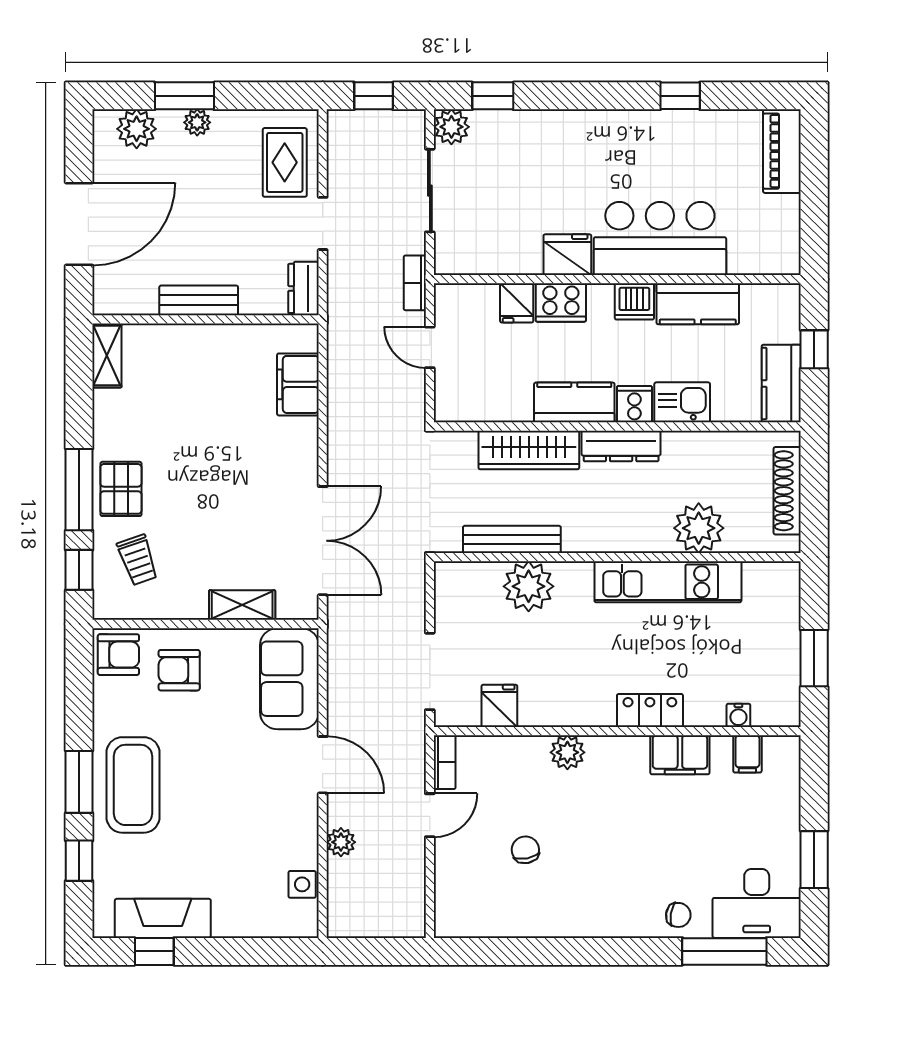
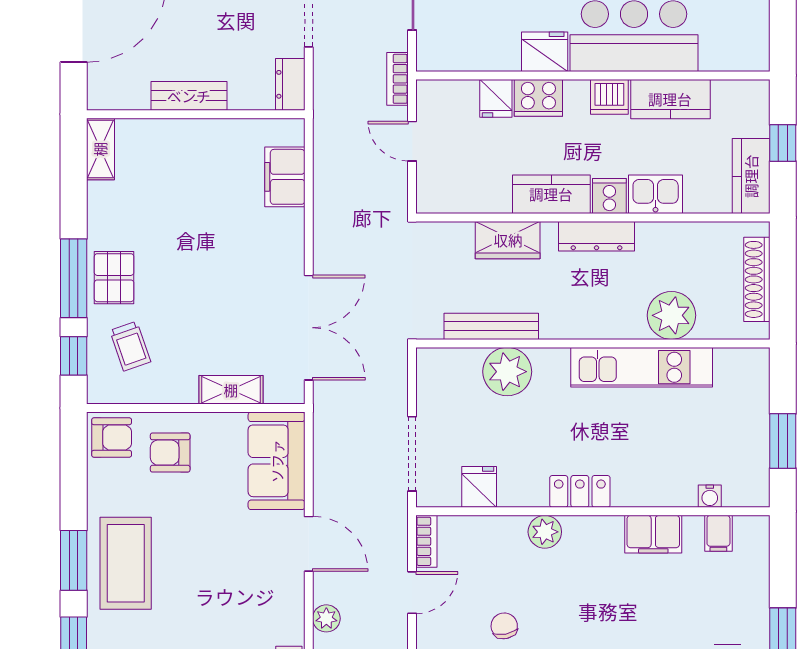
wardrobe: (529, 450) -> (508, 240), width x0.67
locker: (650, 710) -> (580, 491), moved

